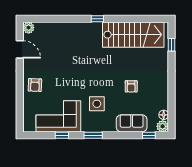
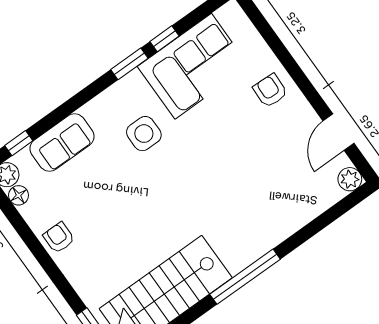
window: (97, 19) -> (245, 277), width x3.17
door: (20, 49) -> (339, 132), hinge flipped
armchair: (131, 86) -> (59, 238), moved
window: (93, 135) -> (129, 64), moved

